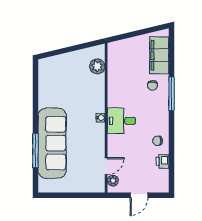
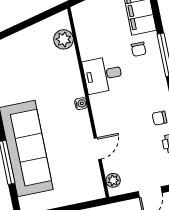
desk: (121, 121) -> (103, 75), moved
door: (106, 166) -> (98, 149), moved

